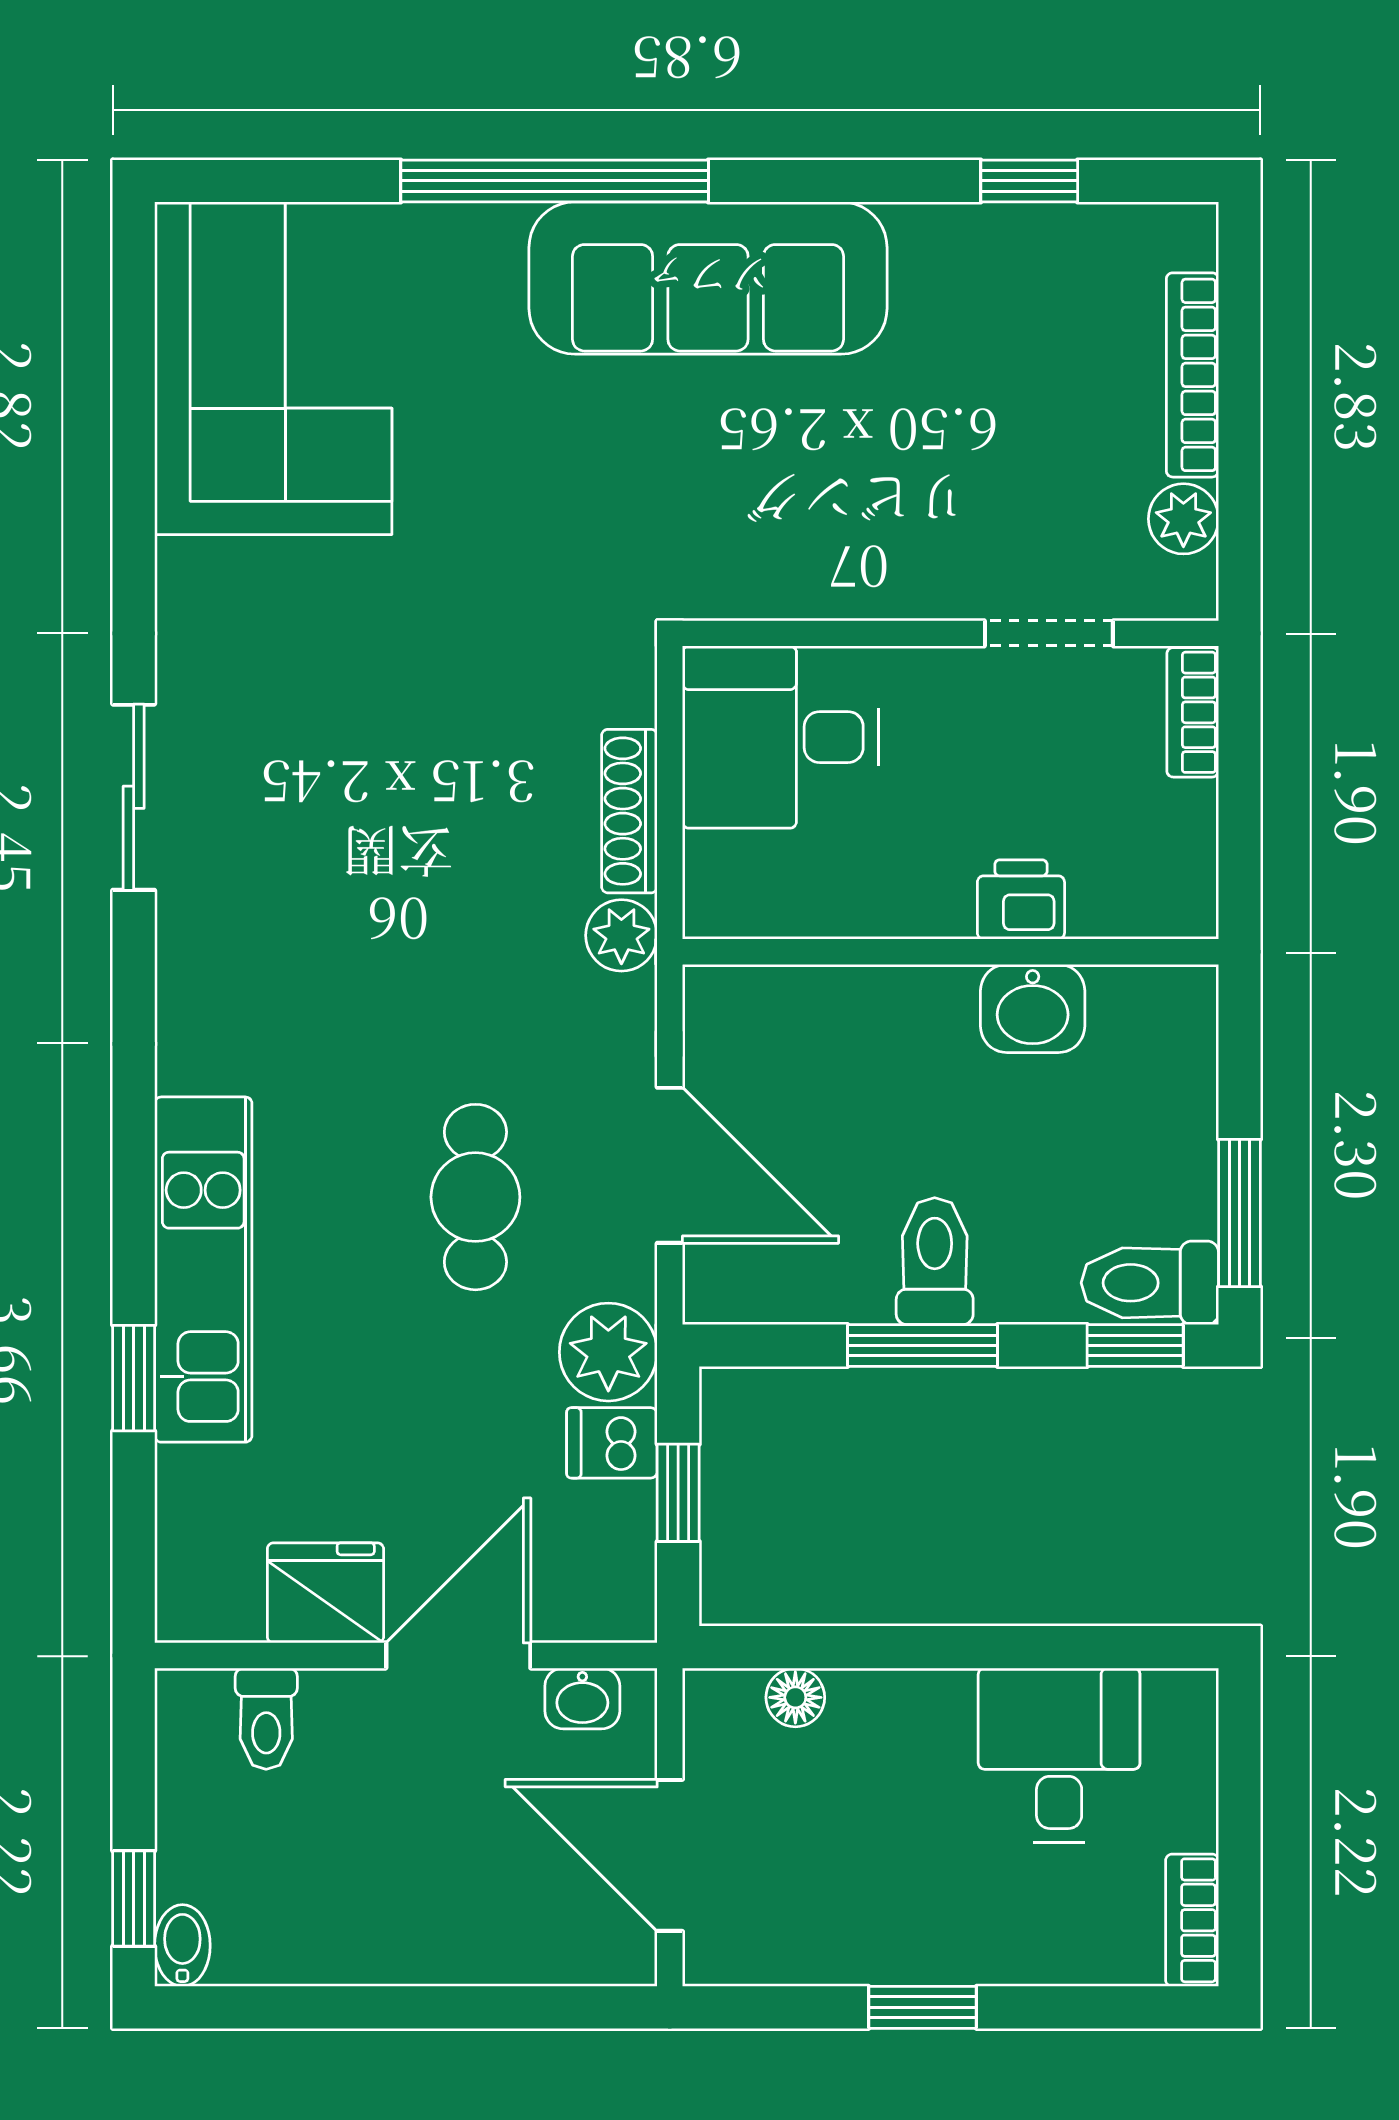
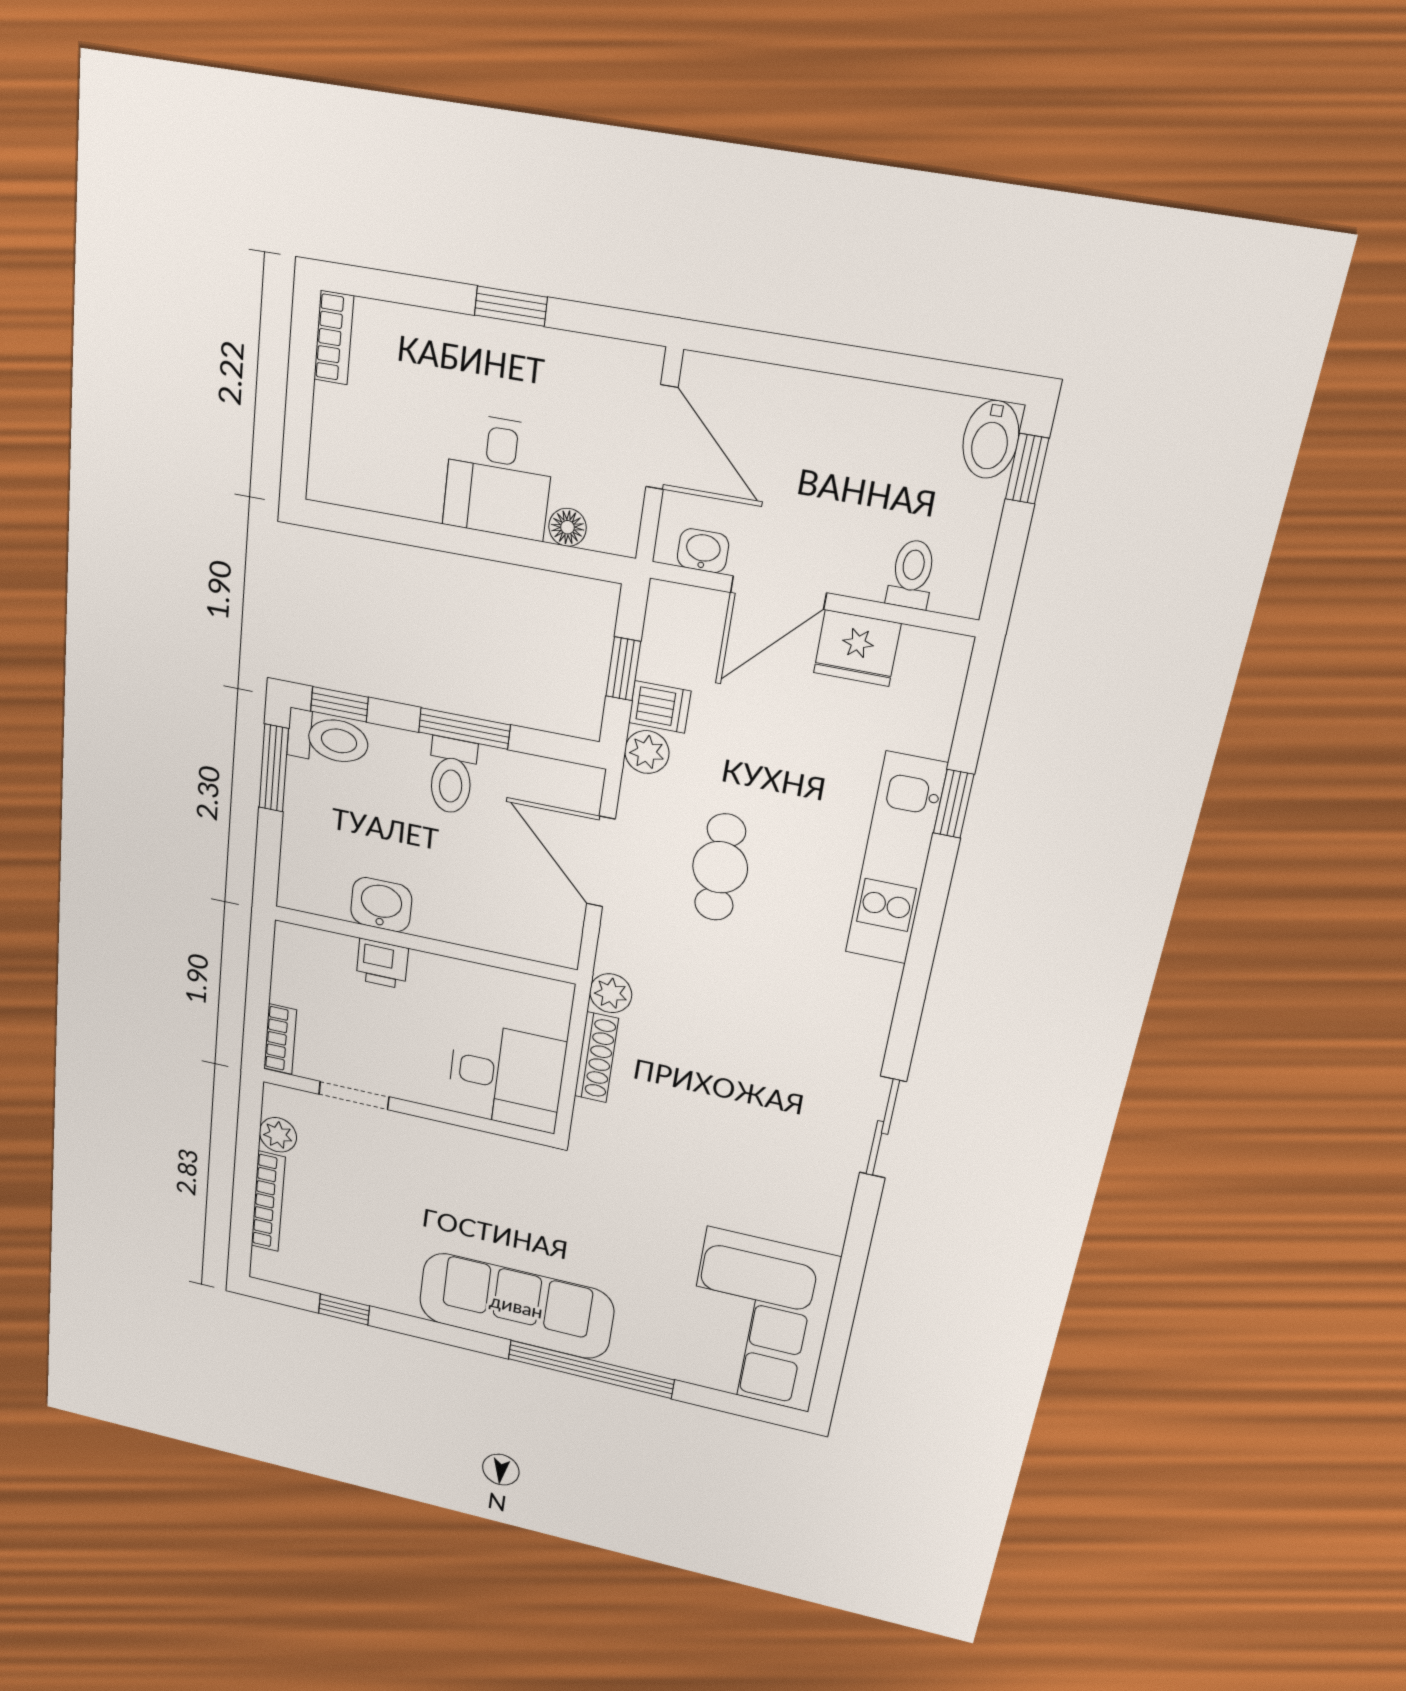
plant: (608, 1352) -> (647, 752), width x0.73, depth x0.73
desk: (1059, 1755) -> (499, 477), moved
bidet: (182, 1946) -> (991, 439), width x1.38, depth x1.36

